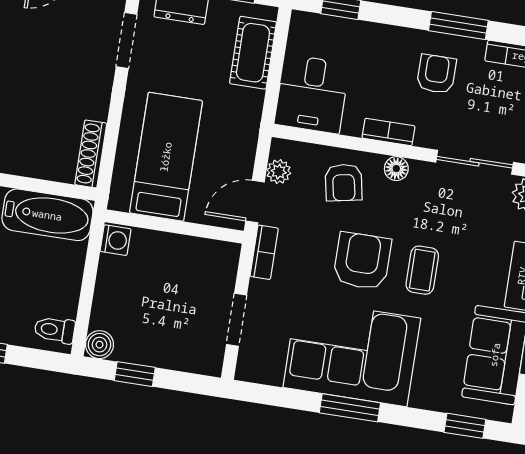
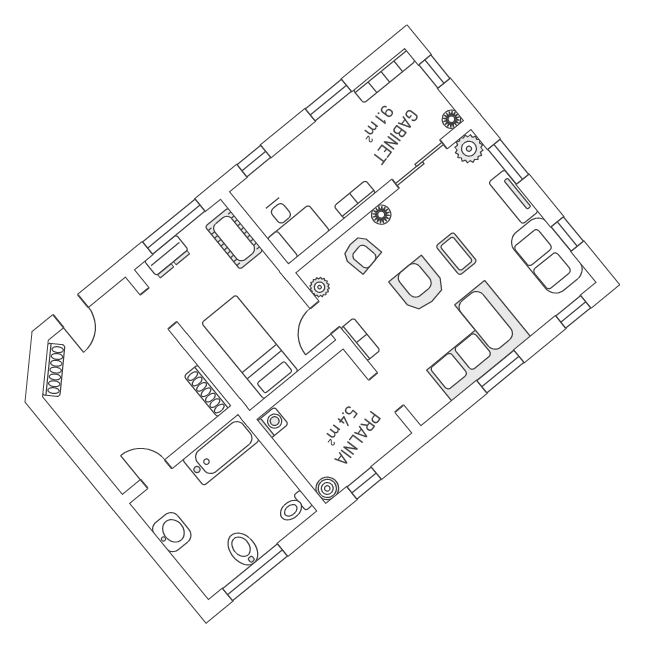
armchair: (436, 74) -> (346, 139), removed

